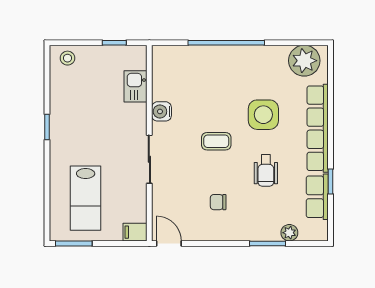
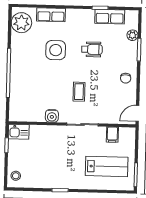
kitchen sink: (136, 86) -> (19, 132), moved
row of seats: (318, 128) -> (51, 15), width x0.50
coffee table: (216, 141) -> (79, 92), moved
chair: (218, 202) -> (126, 78), moved
filing cabinet: (135, 232) -> (112, 135), moved

